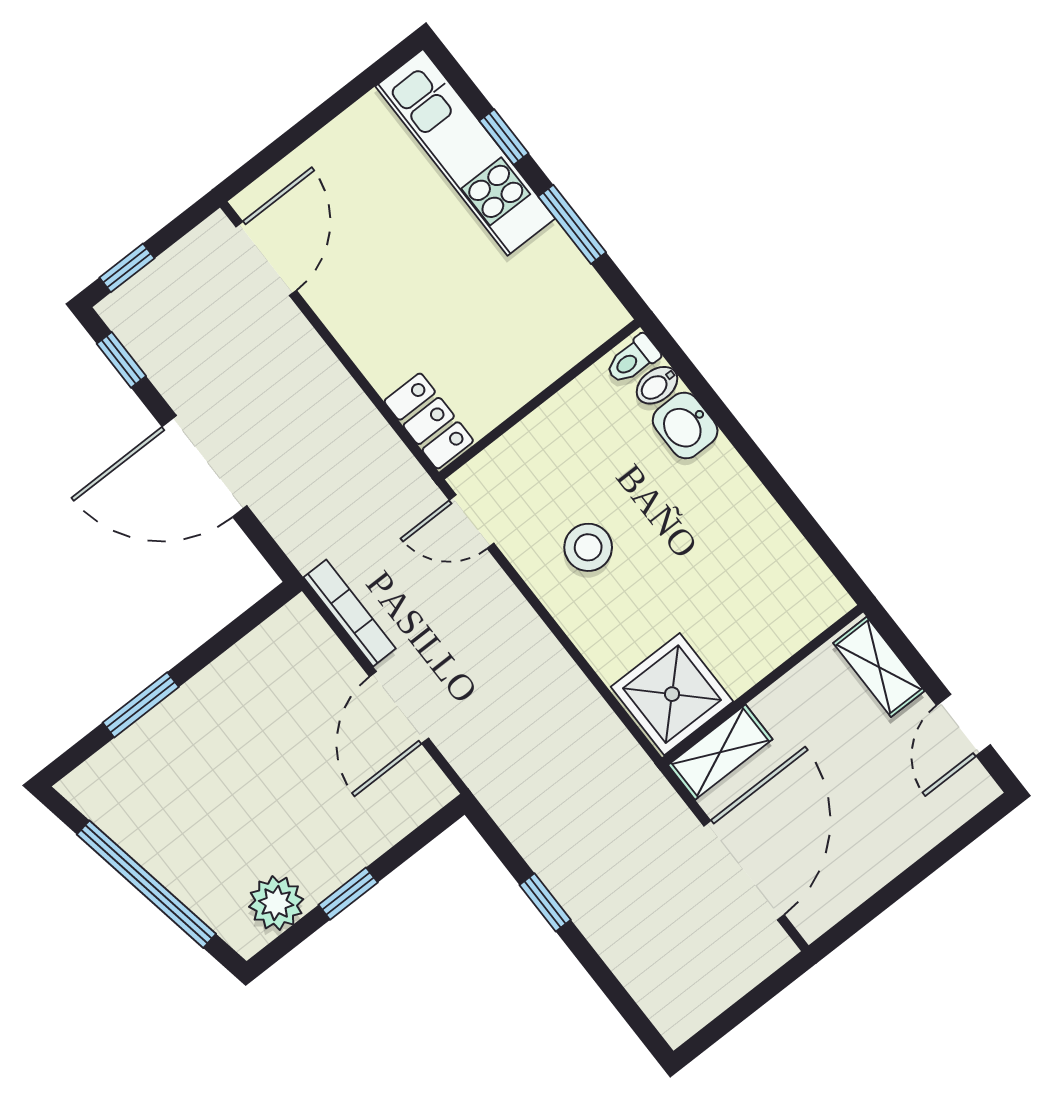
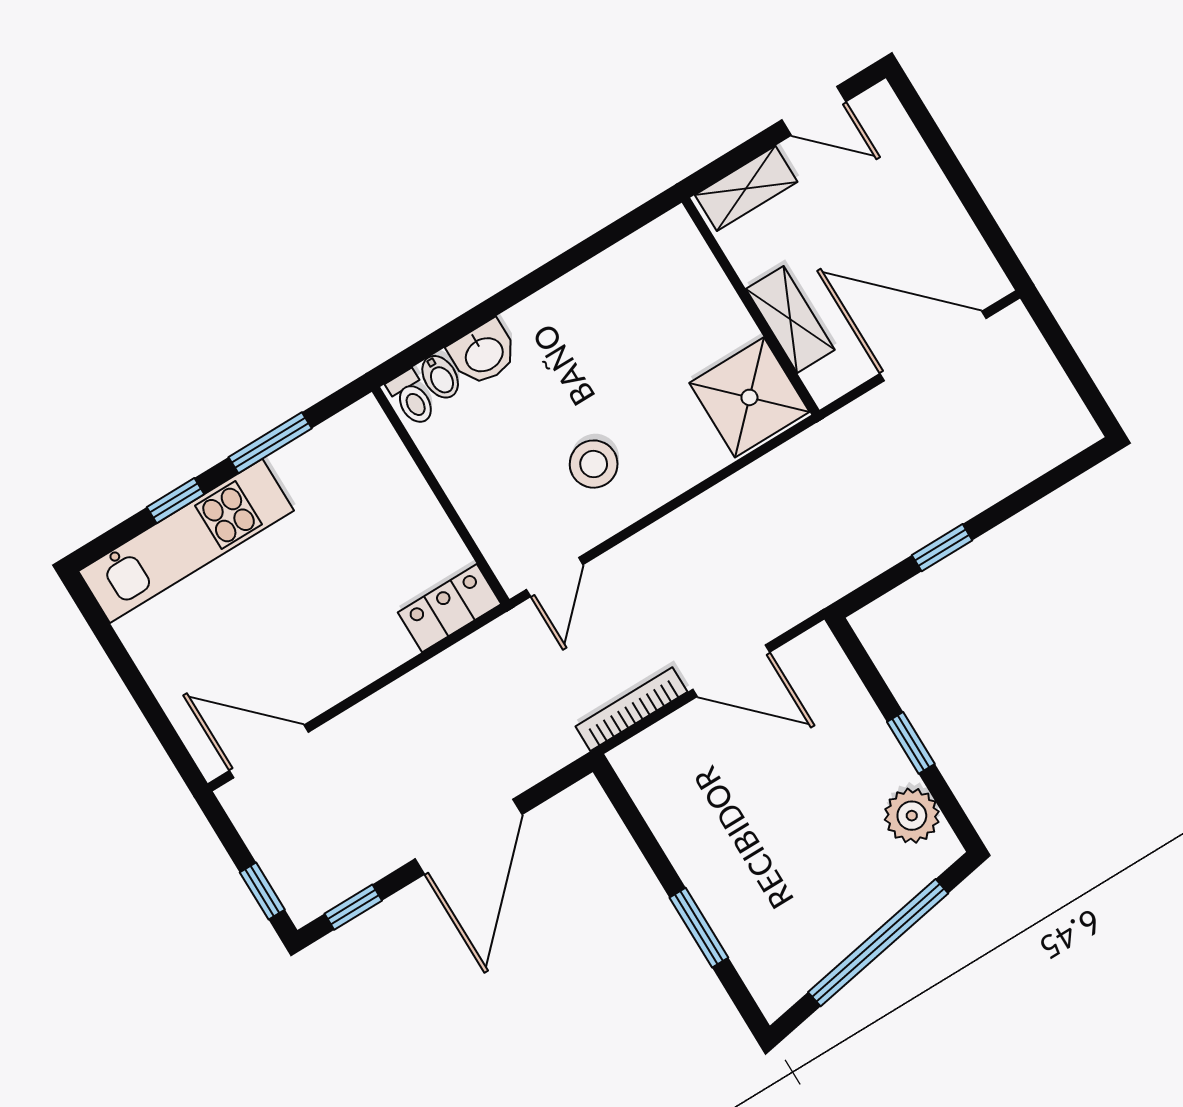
shelving: (720, 752) -> (790, 319), moved

